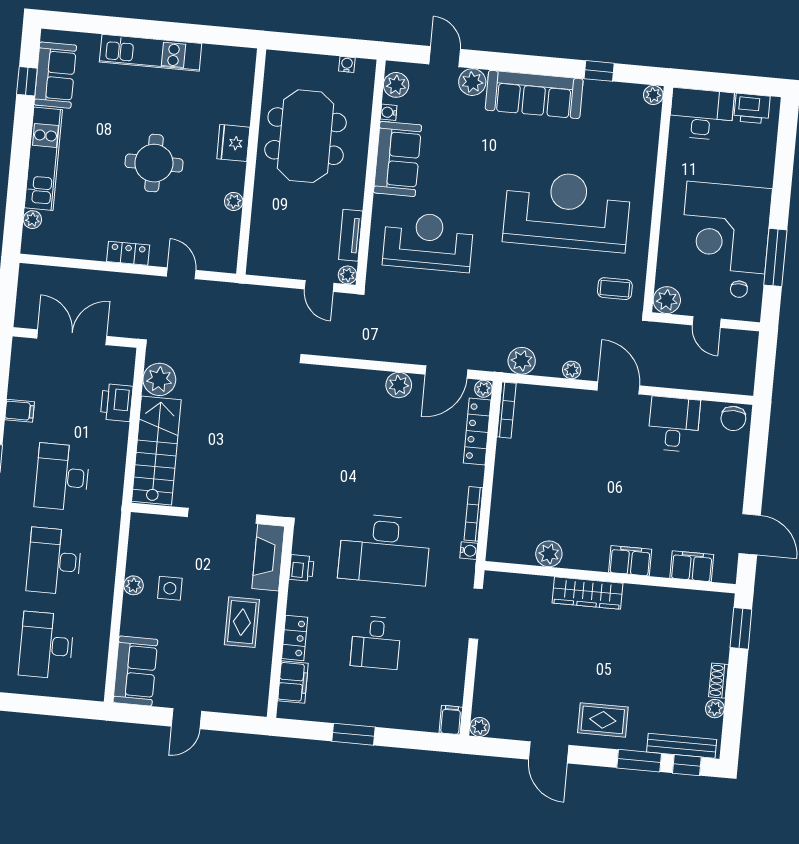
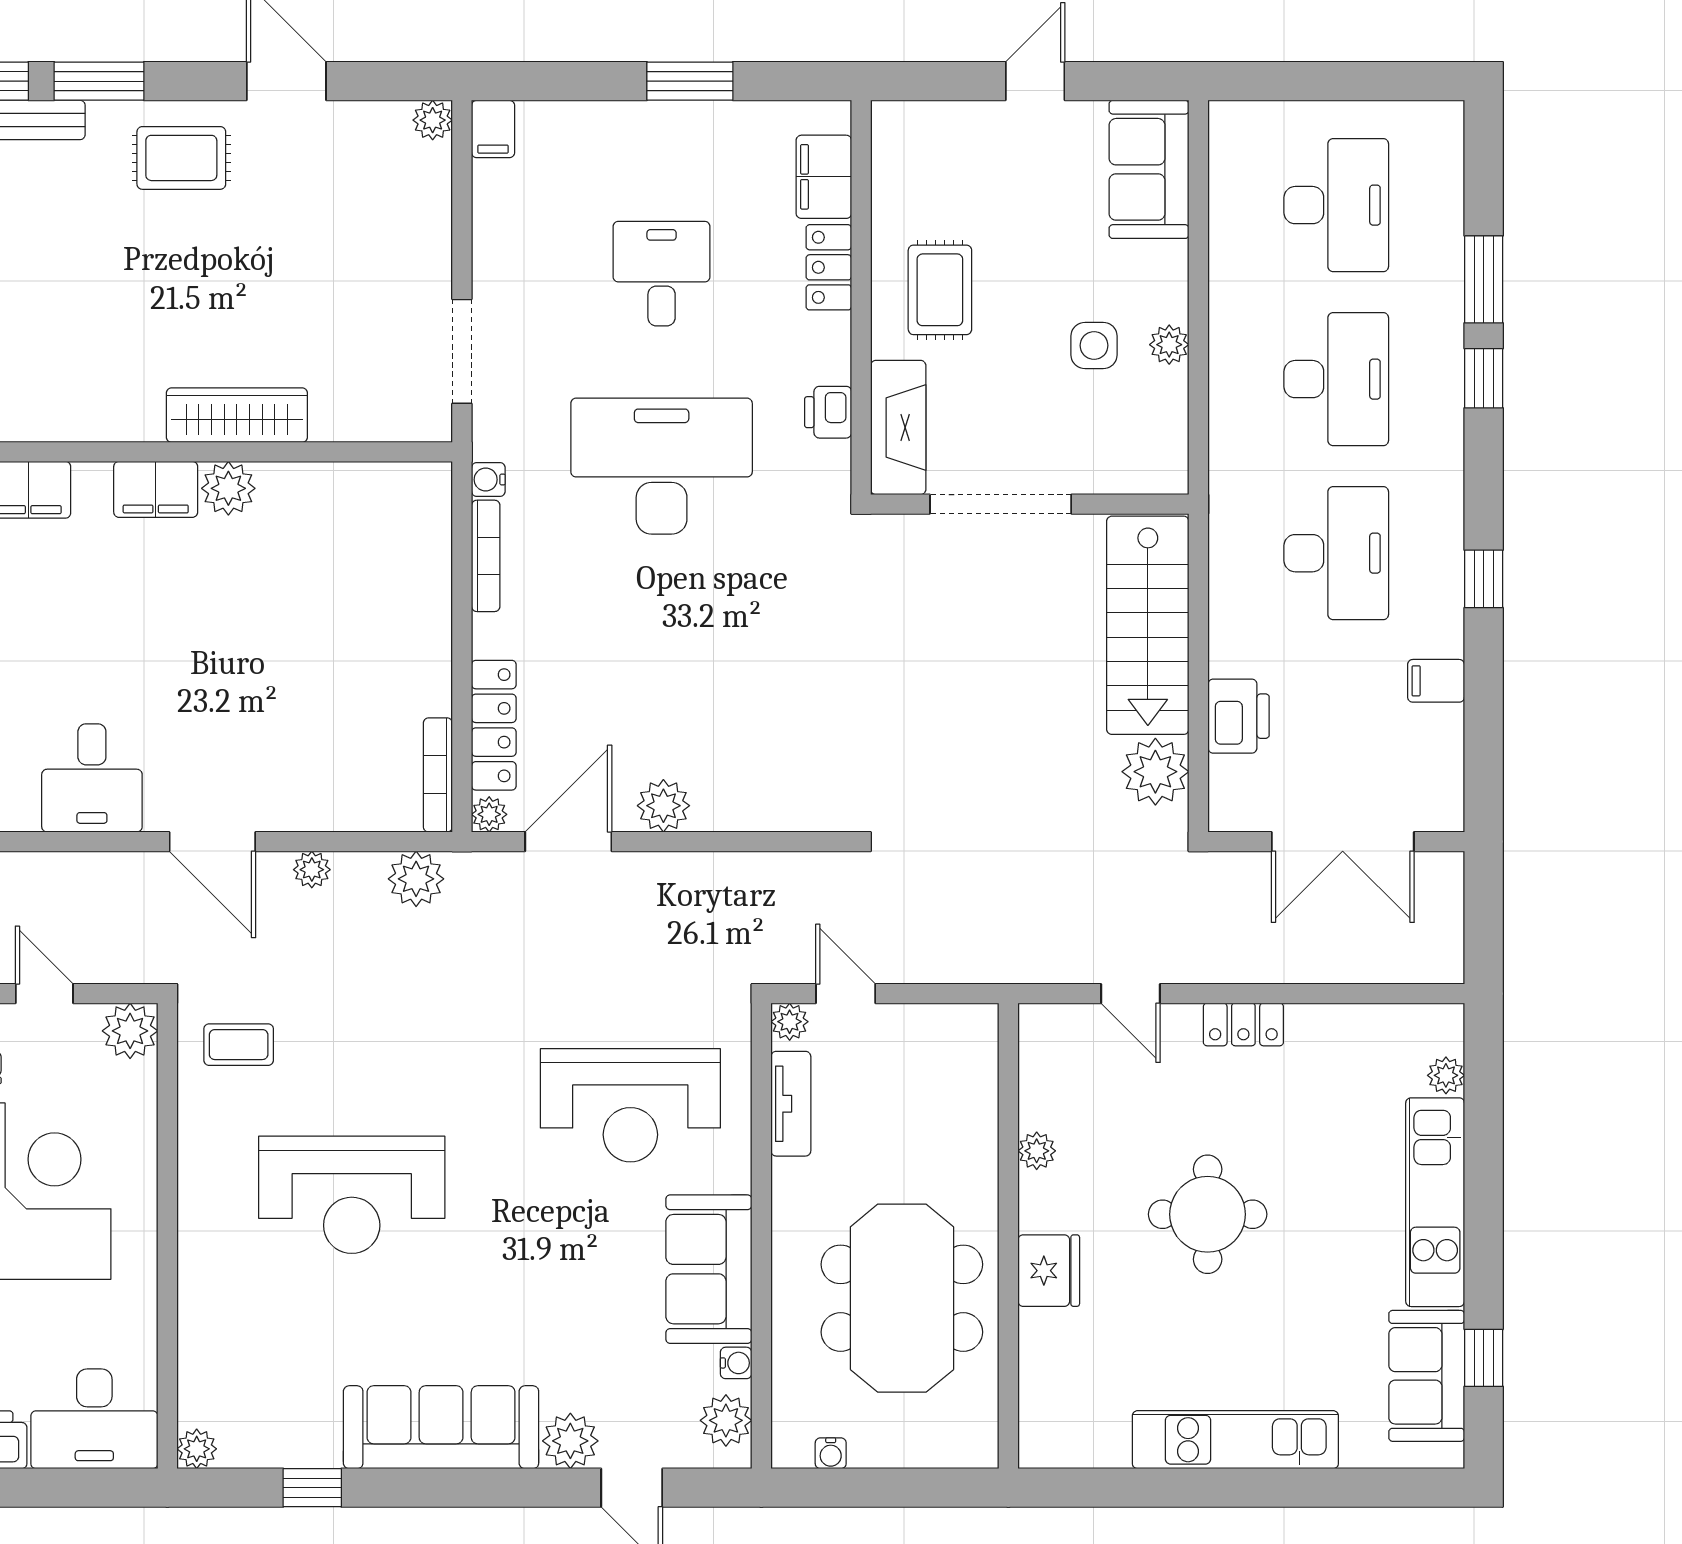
reception desk: (567, 211) -> (352, 1195), width x0.74, depth x0.77
plant: (549, 554) -> (228, 488), moved

